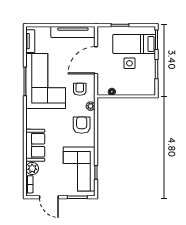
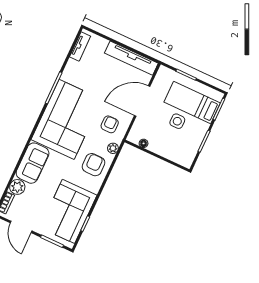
corner sofa: (46, 81) -> (67, 119), moved

